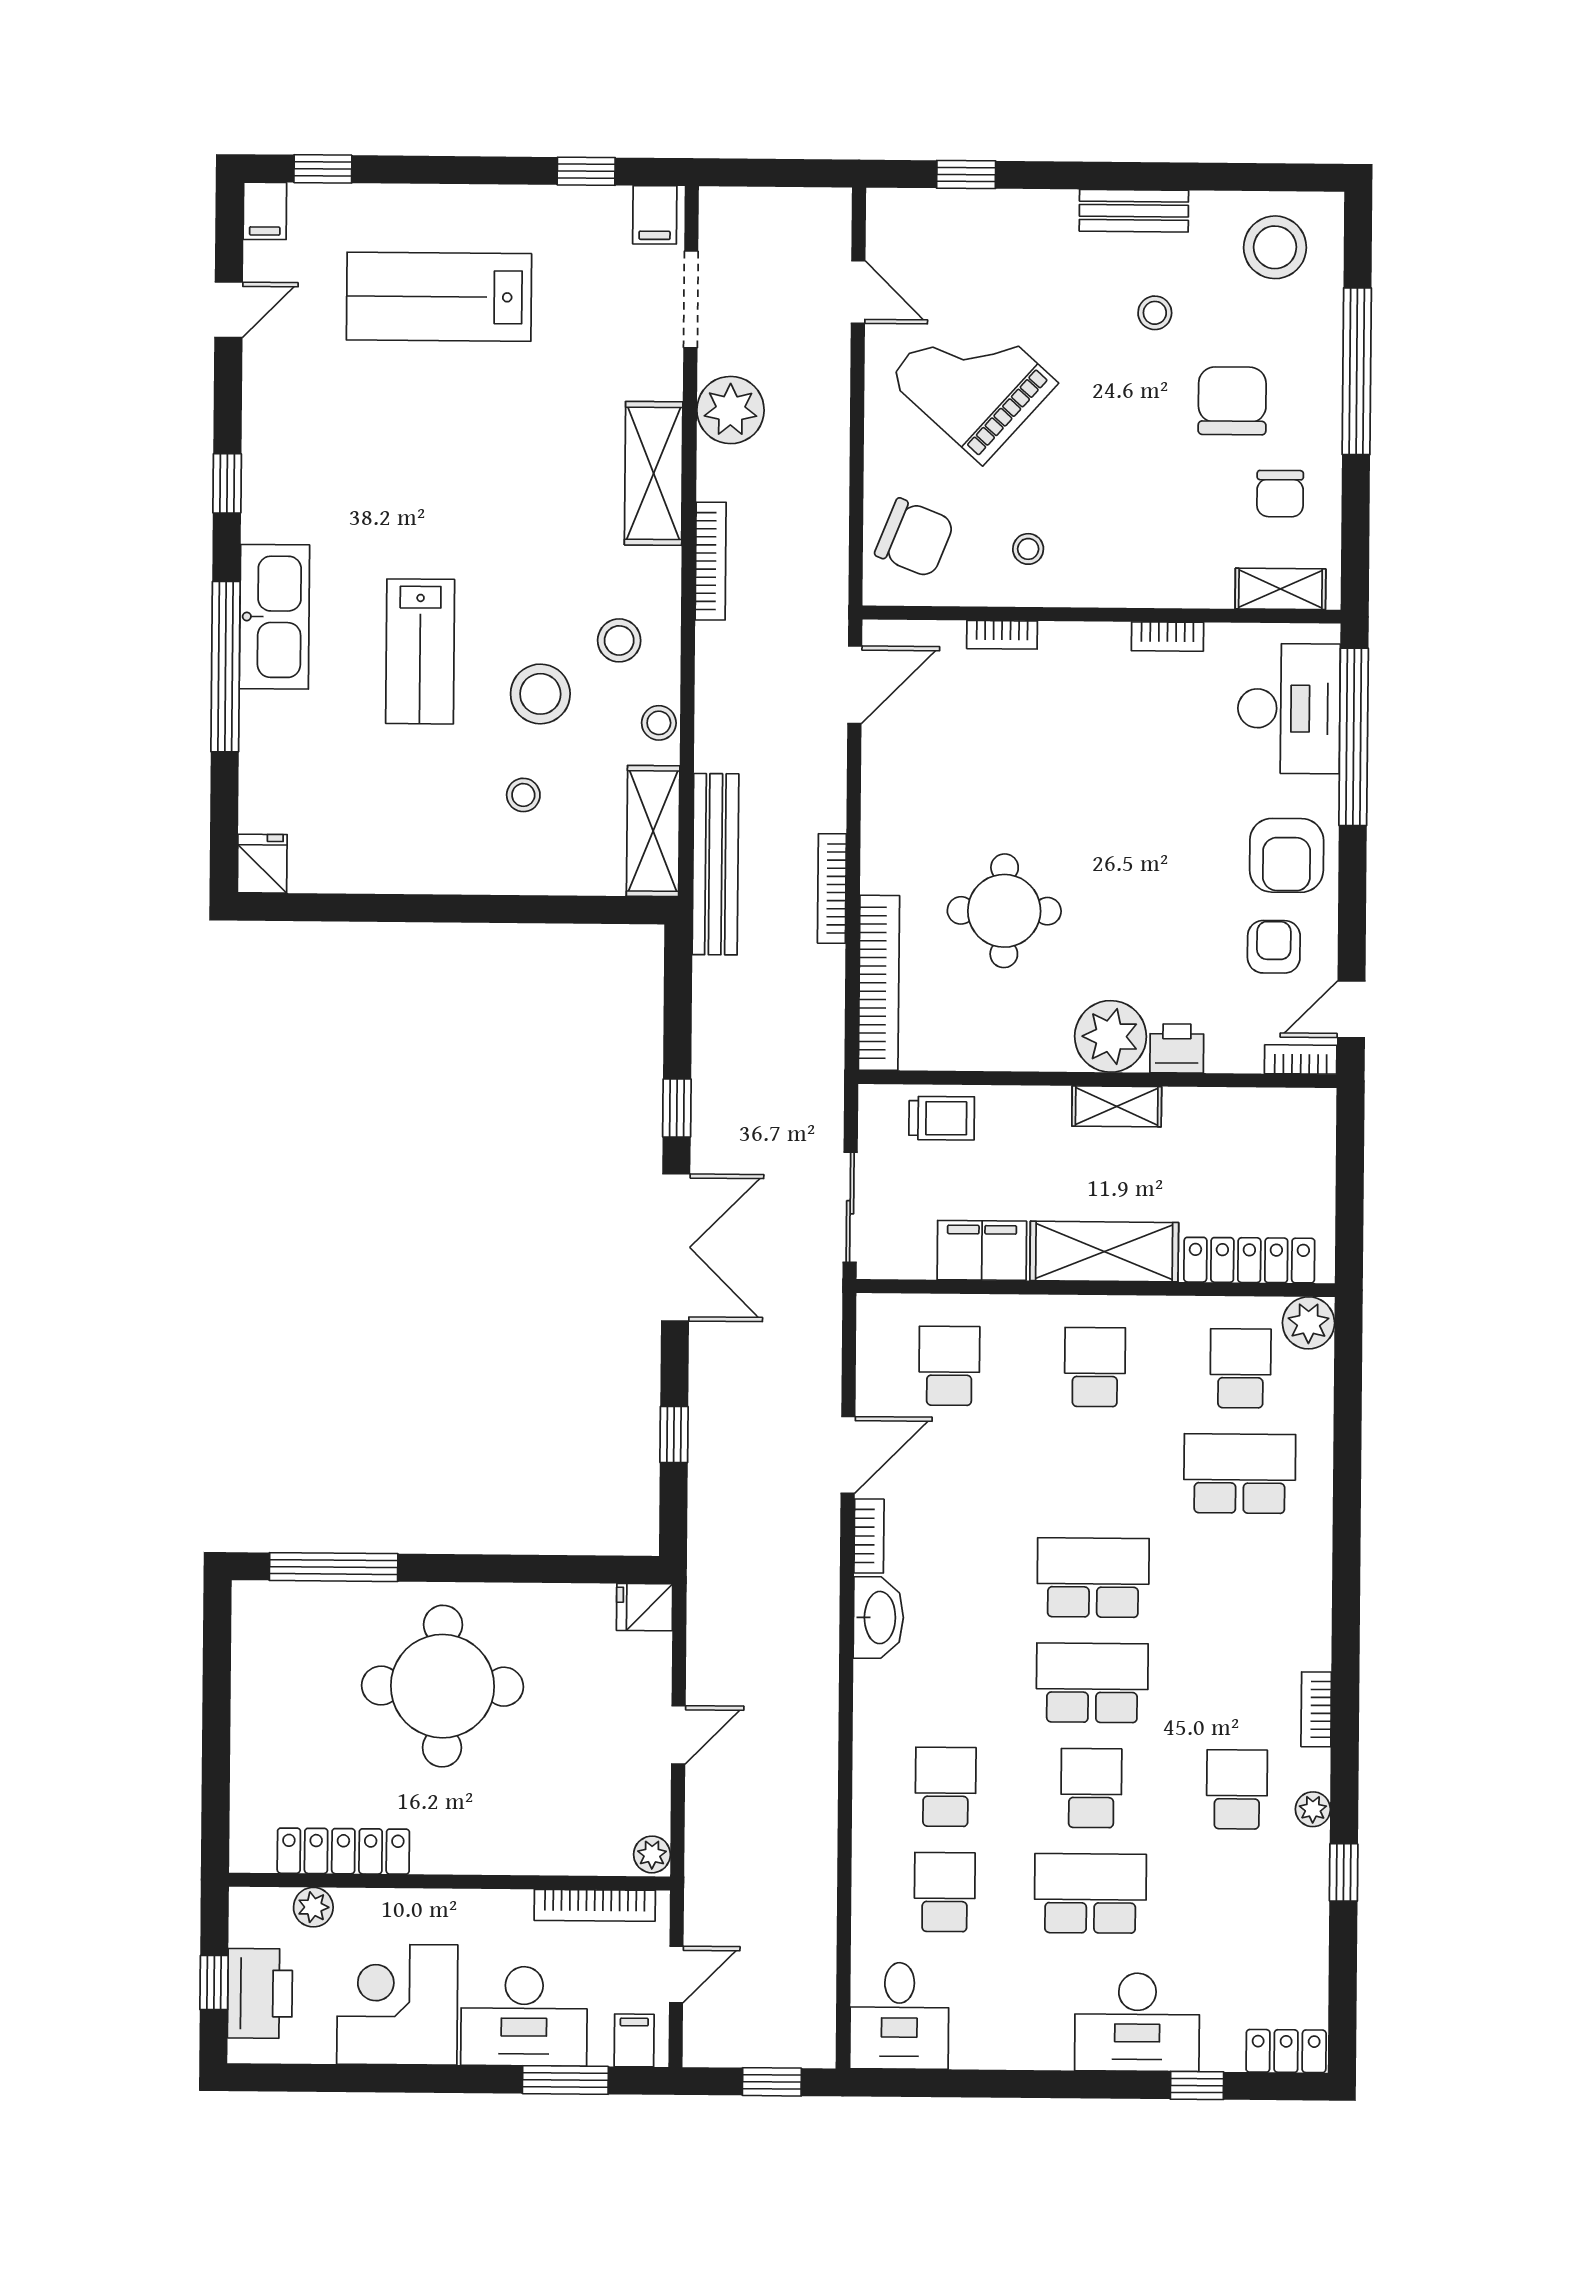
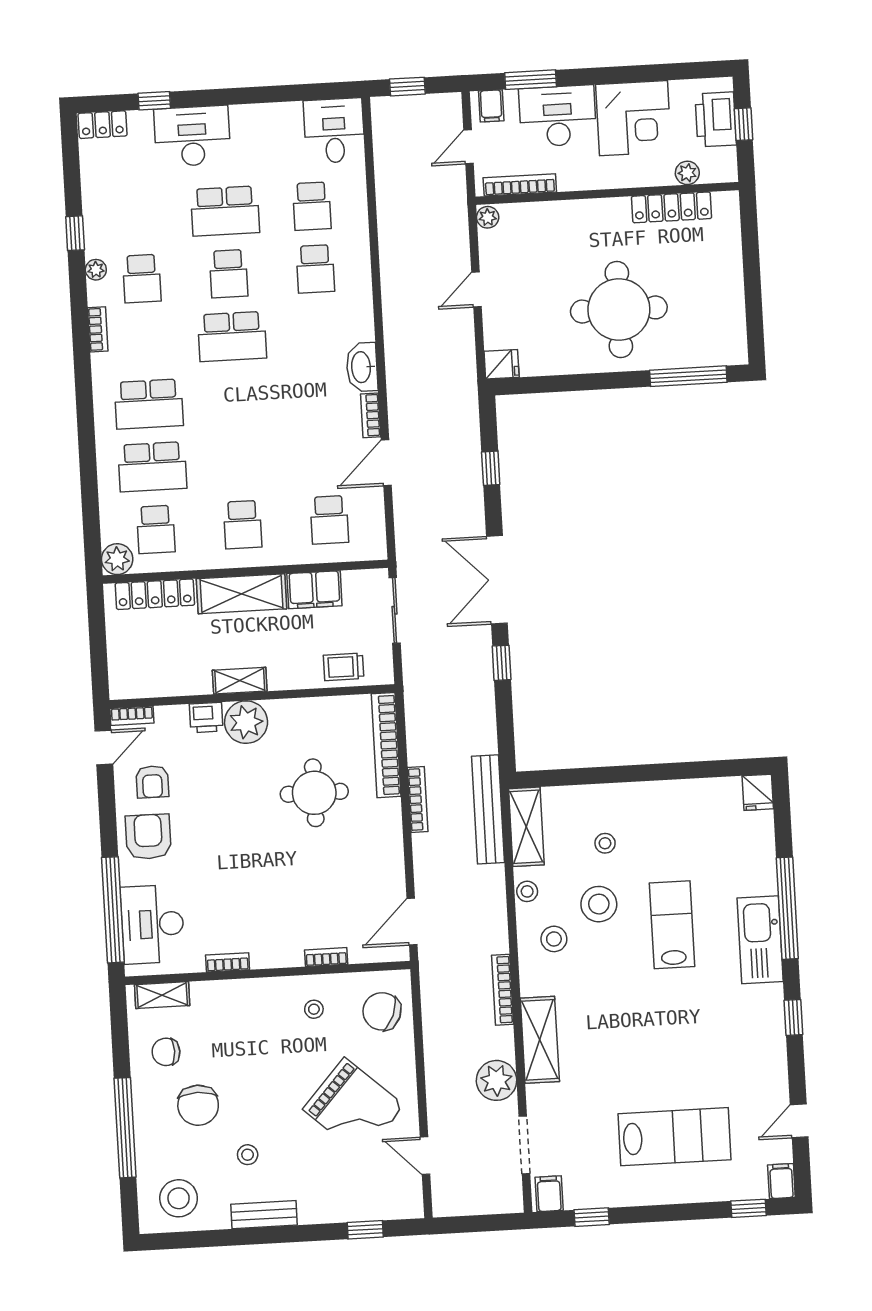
chair: (1280, 494) -> (166, 1052), turned -90
school desk: (1093, 1578) -> (149, 404), moved

